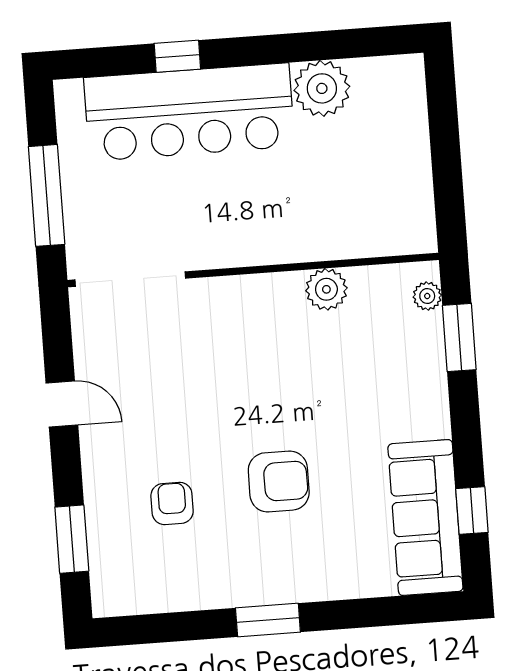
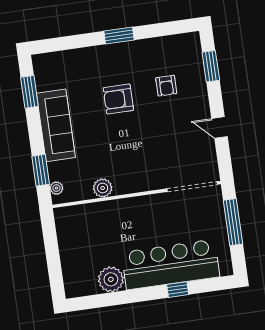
window: (472, 510) -> (29, 92), width x1.50
sofa: (425, 518) -> (56, 125), moved

